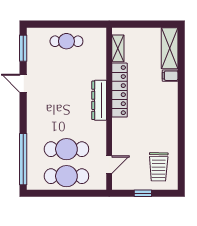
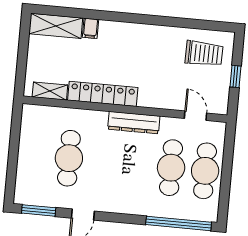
cafe table: (66, 41) -> (69, 158), moved, width x1.37, depth x1.35
dresser: (99, 100) -> (134, 123), moved

